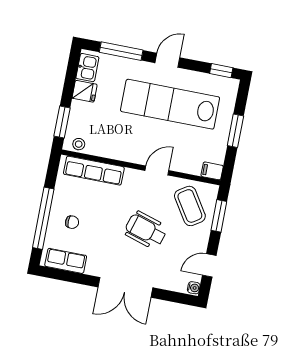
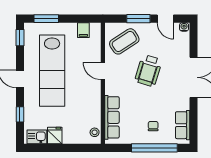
window: (121, 51) -> (20, 114), width x0.46
window: (62, 122) -> (81, 148), removed
window: (235, 131) -> (46, 19), moved
filing cabinet: (212, 171) -> (83, 30), moved
window: (219, 216) -> (138, 19), moved

